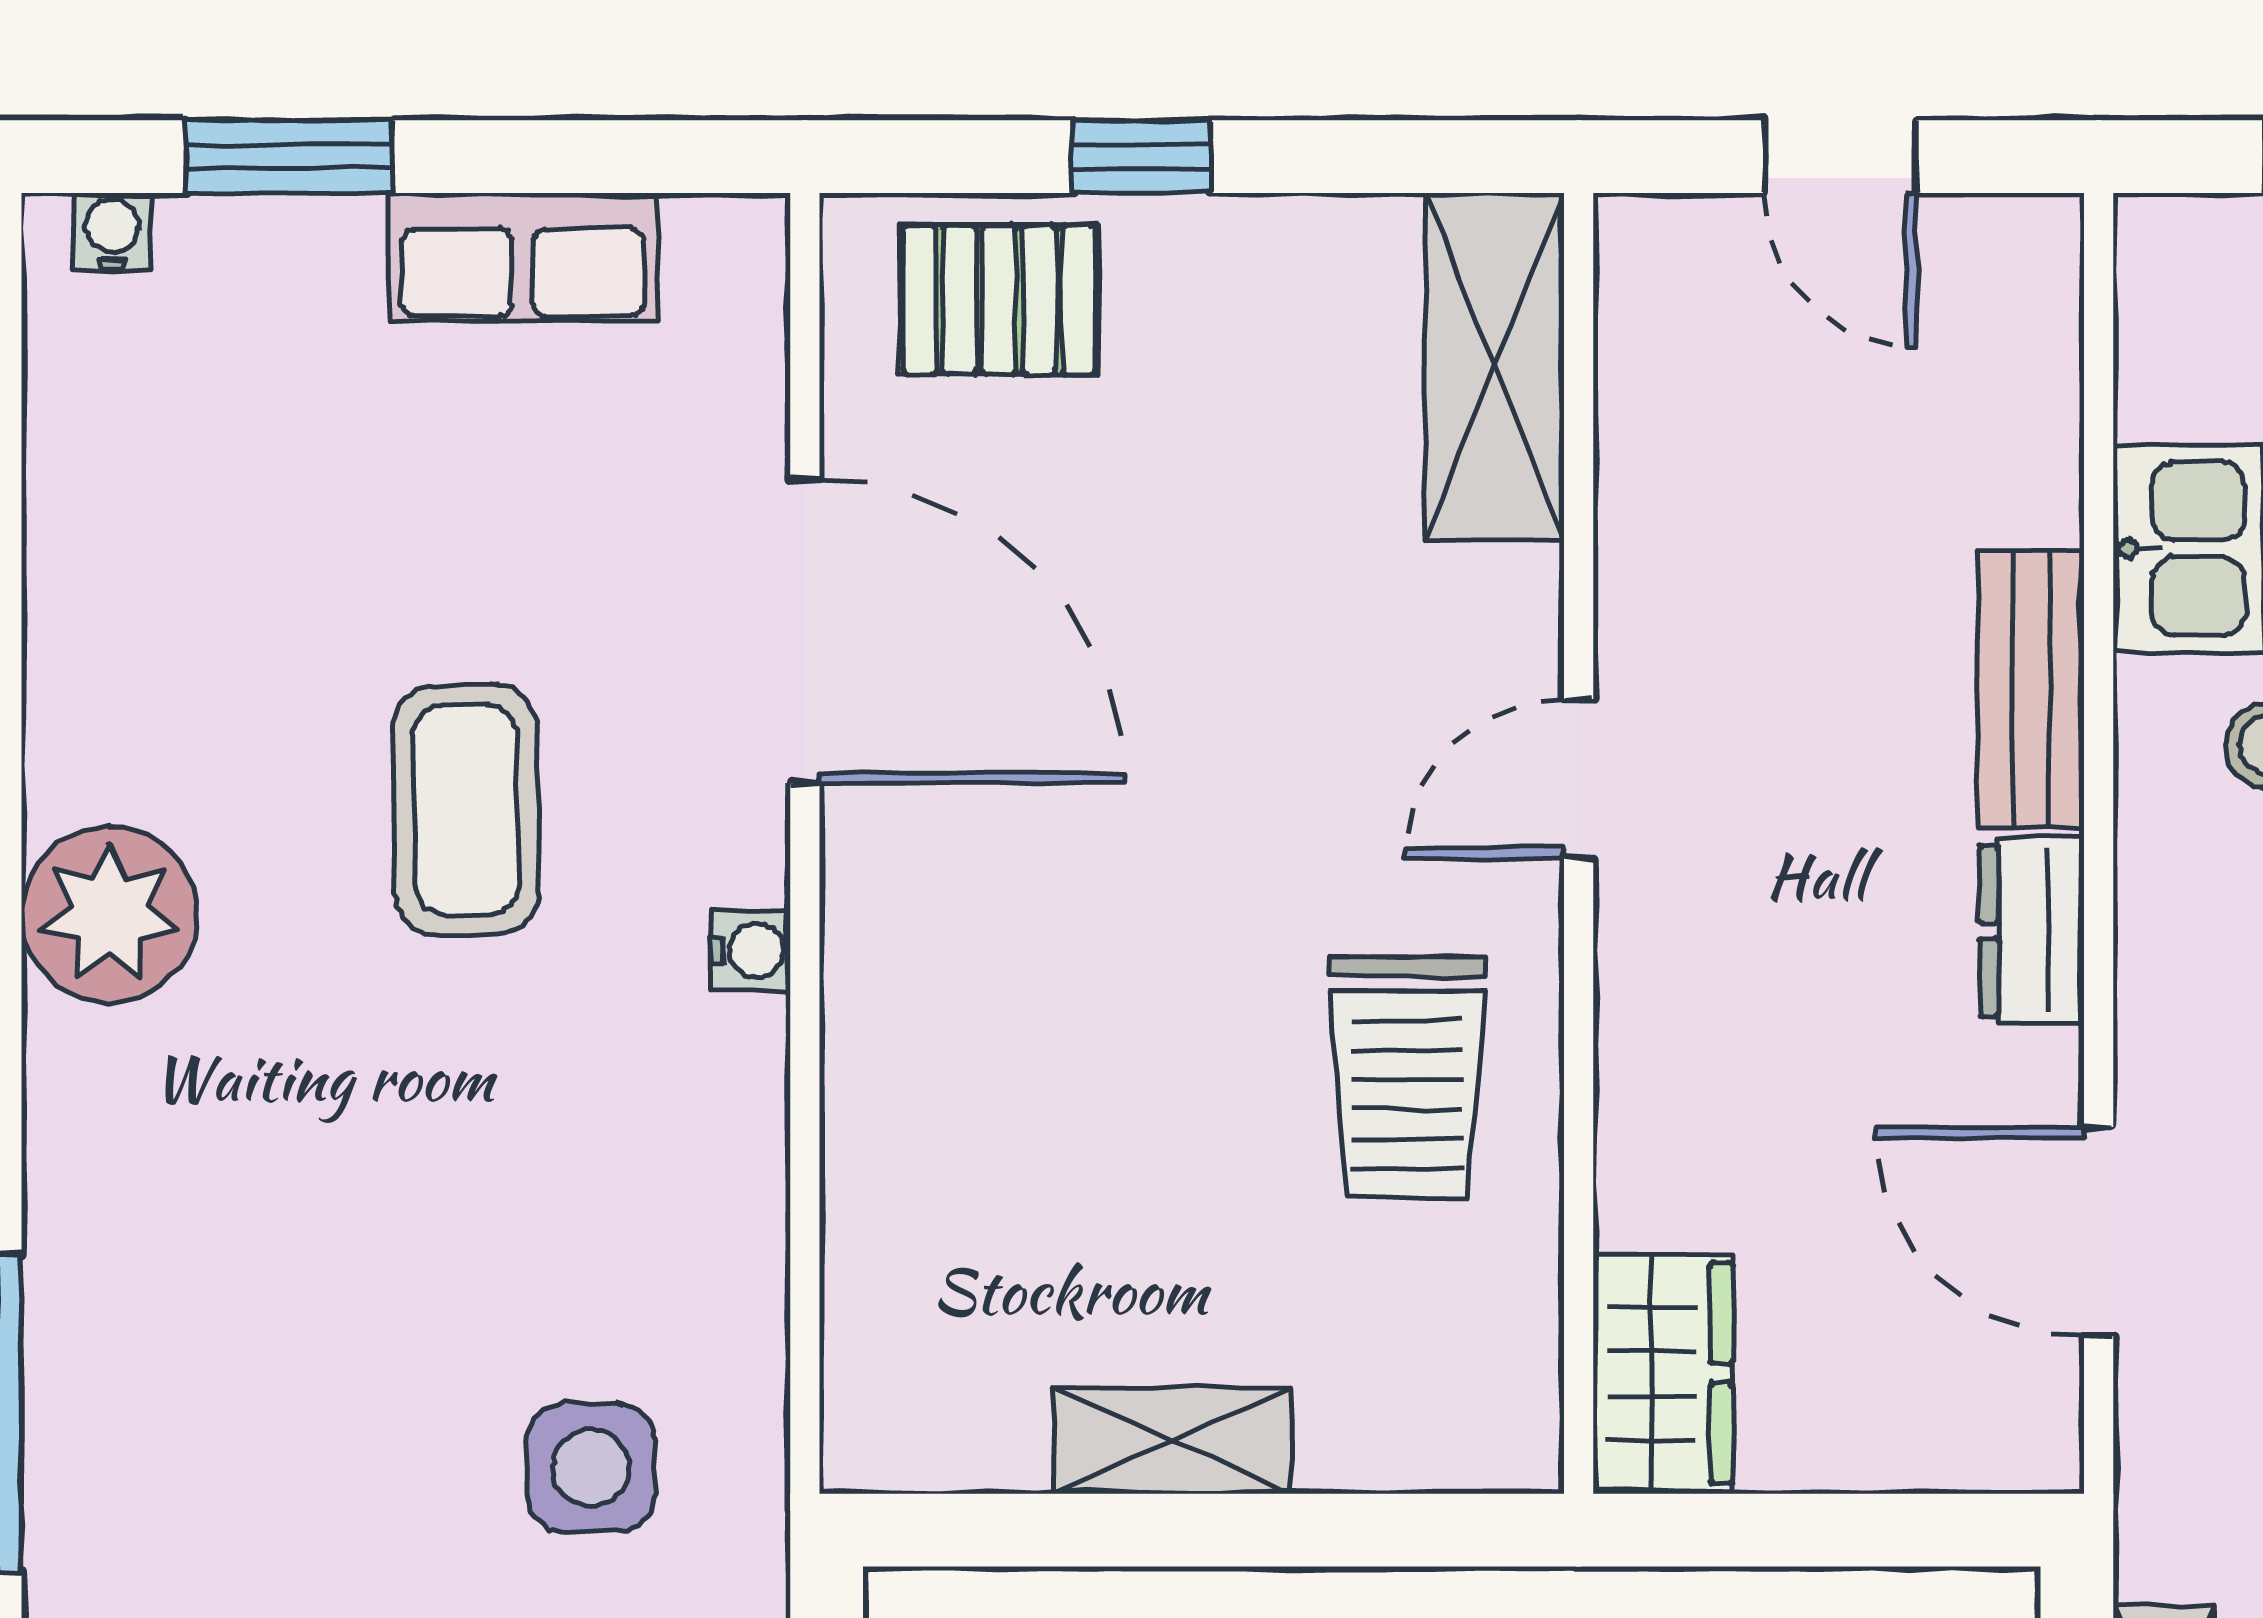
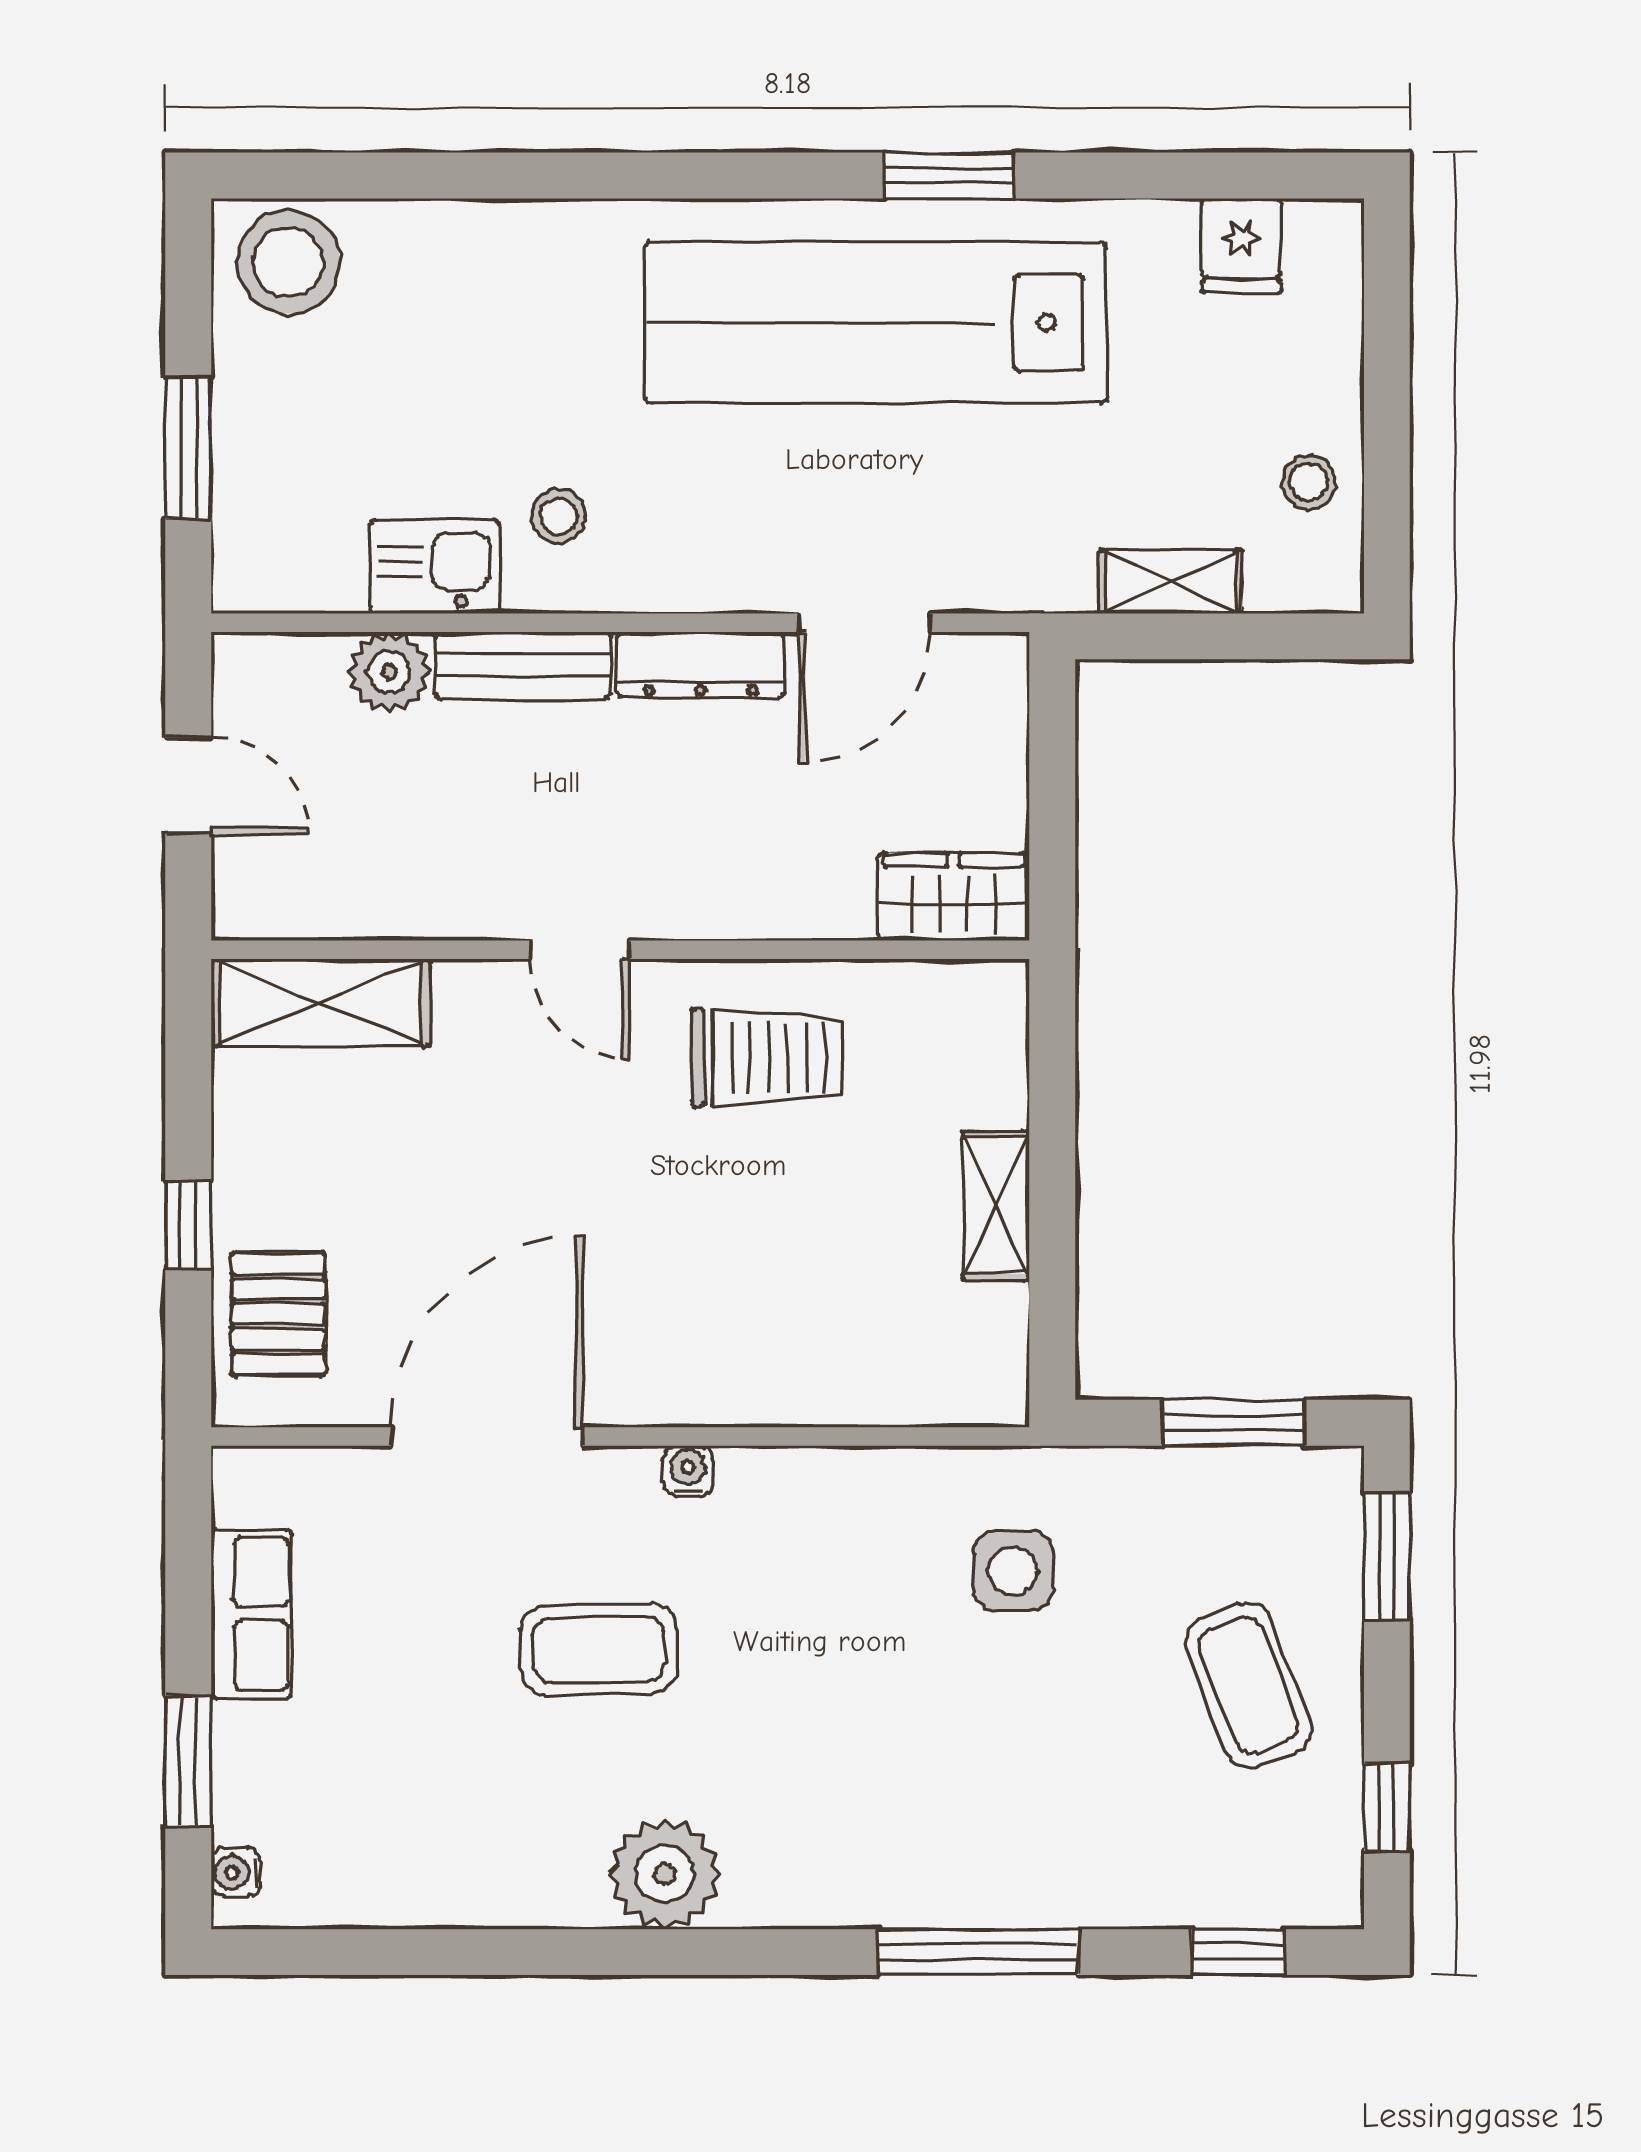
door: (1840, 157) -> (188, 785), hinge flipped
plant: (2020, 476) -> (389, 672), added
dresser: (2032, 931) -> (701, 665), width x1.44

